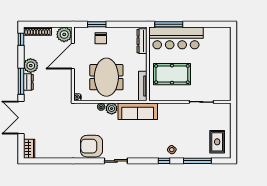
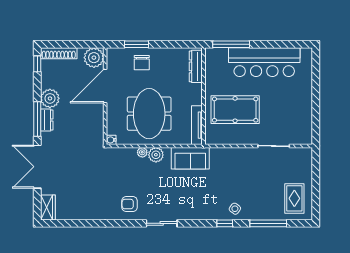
bar counter: (176, 38) -> (264, 62), moved
sofa: (138, 111) -> (190, 158), width x0.73
armchair: (91, 146) -> (130, 204), width x0.53, depth x0.53

